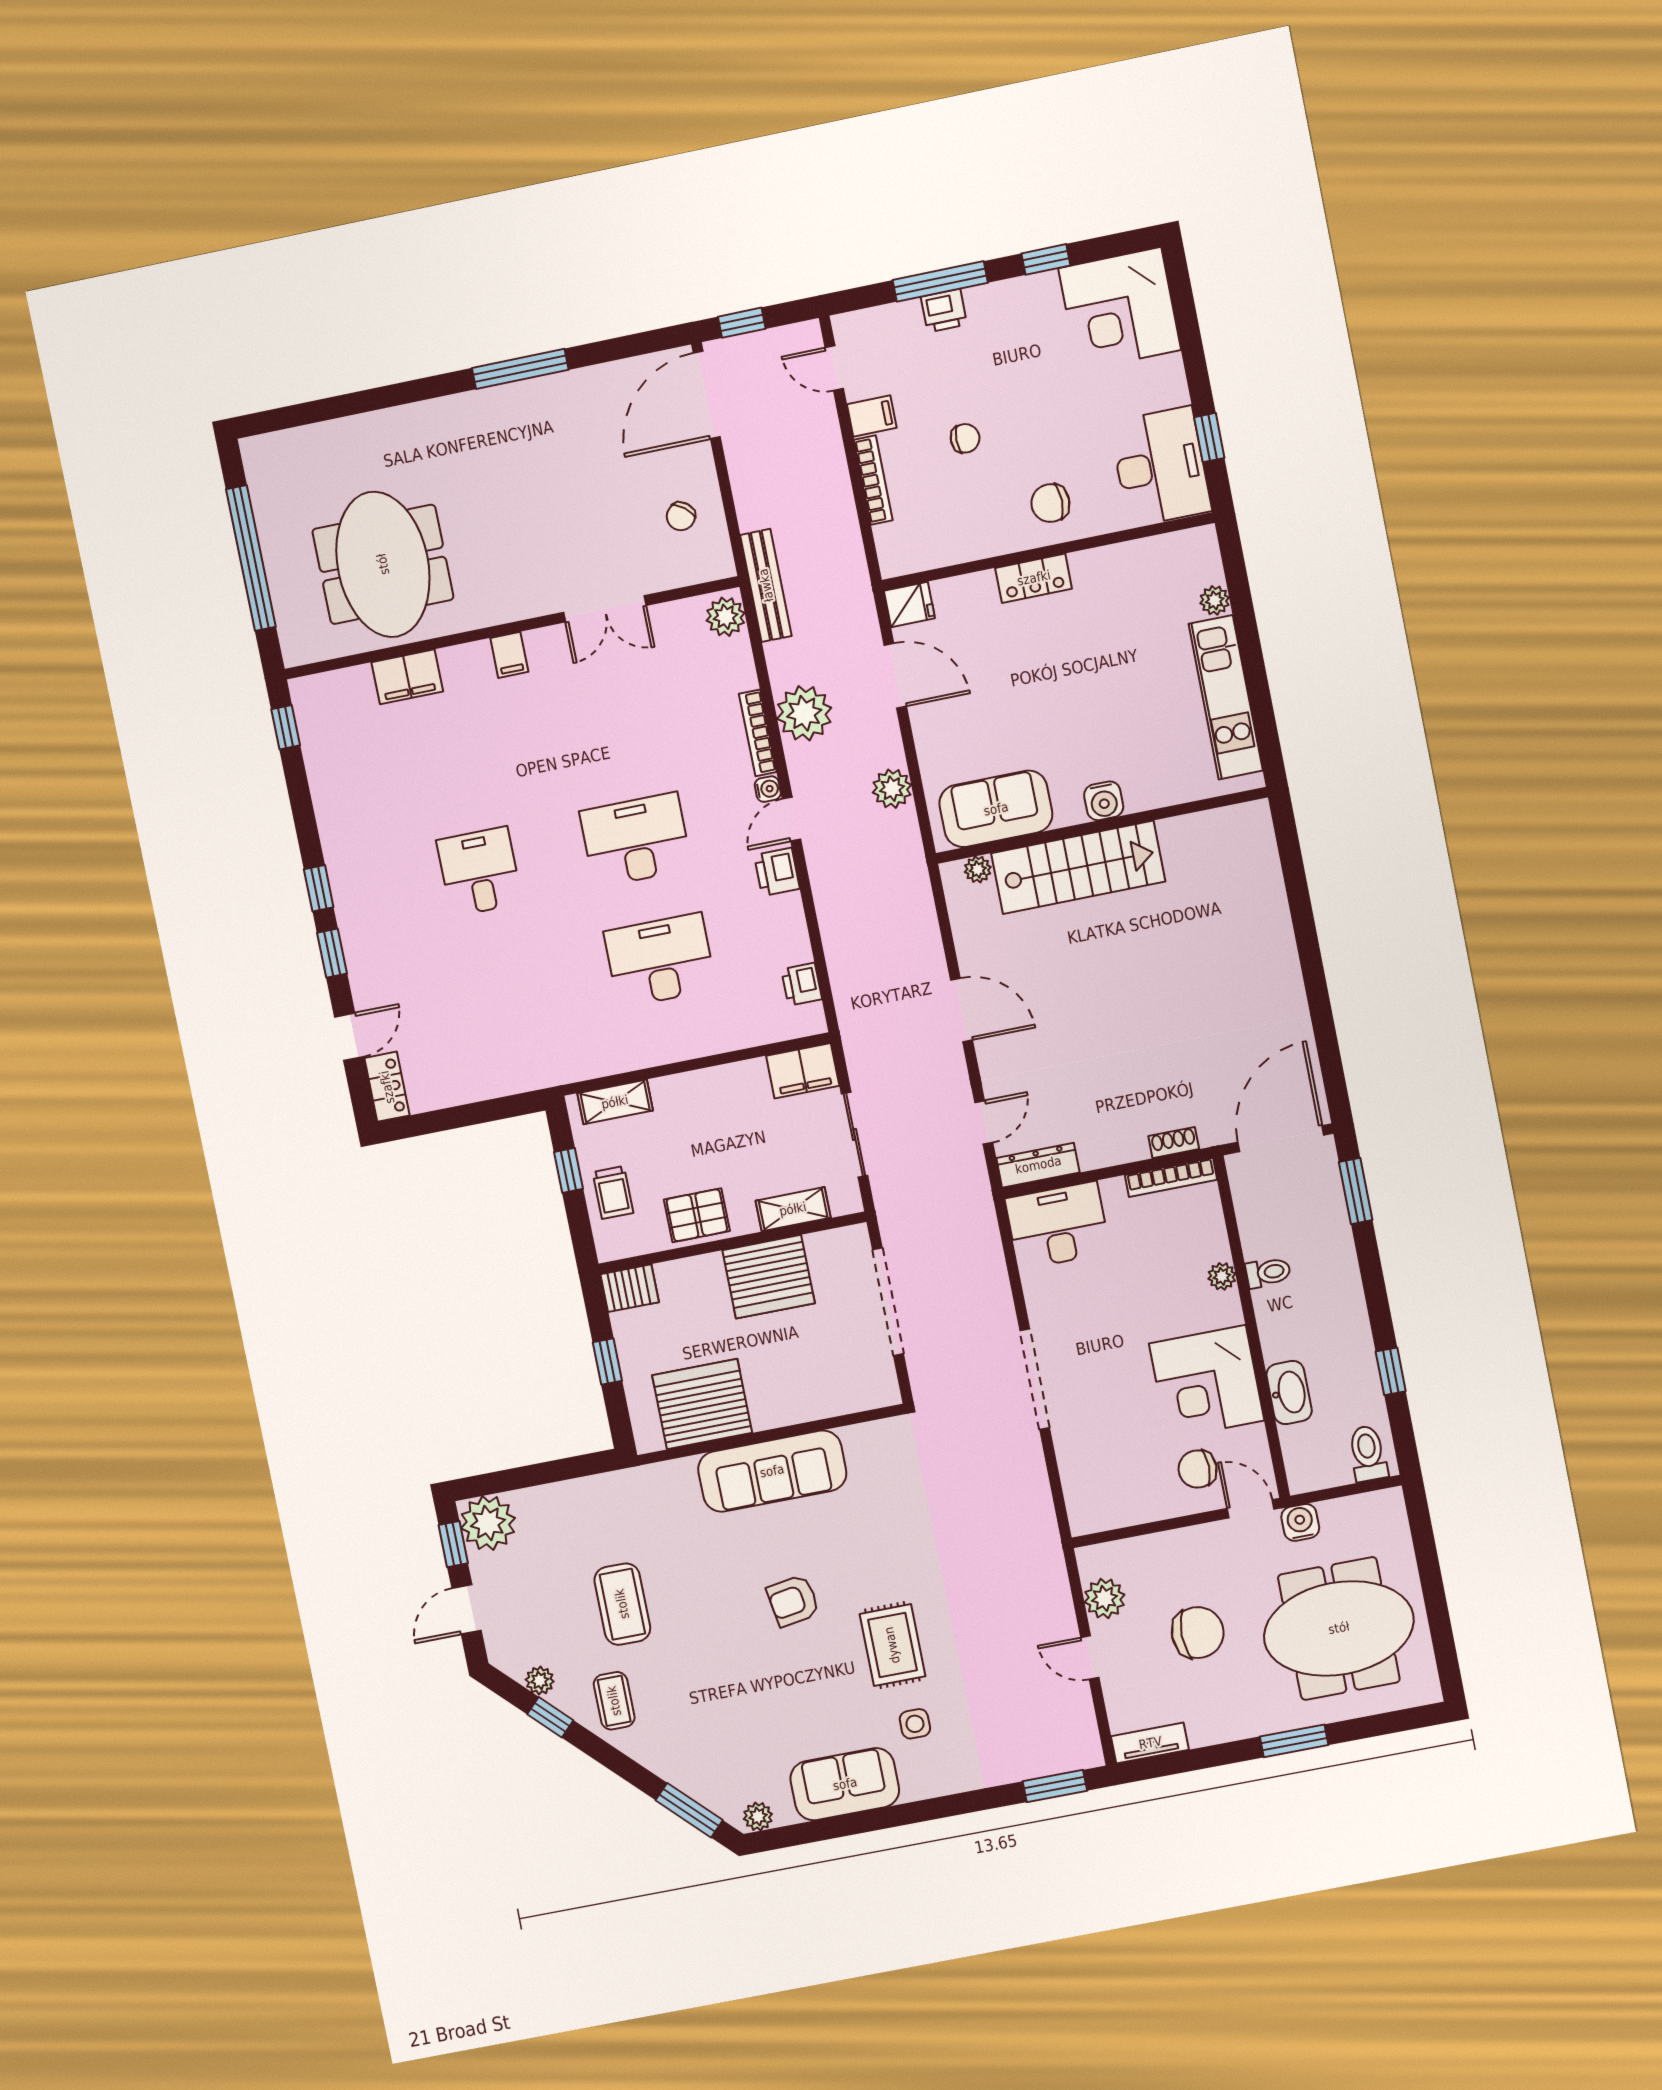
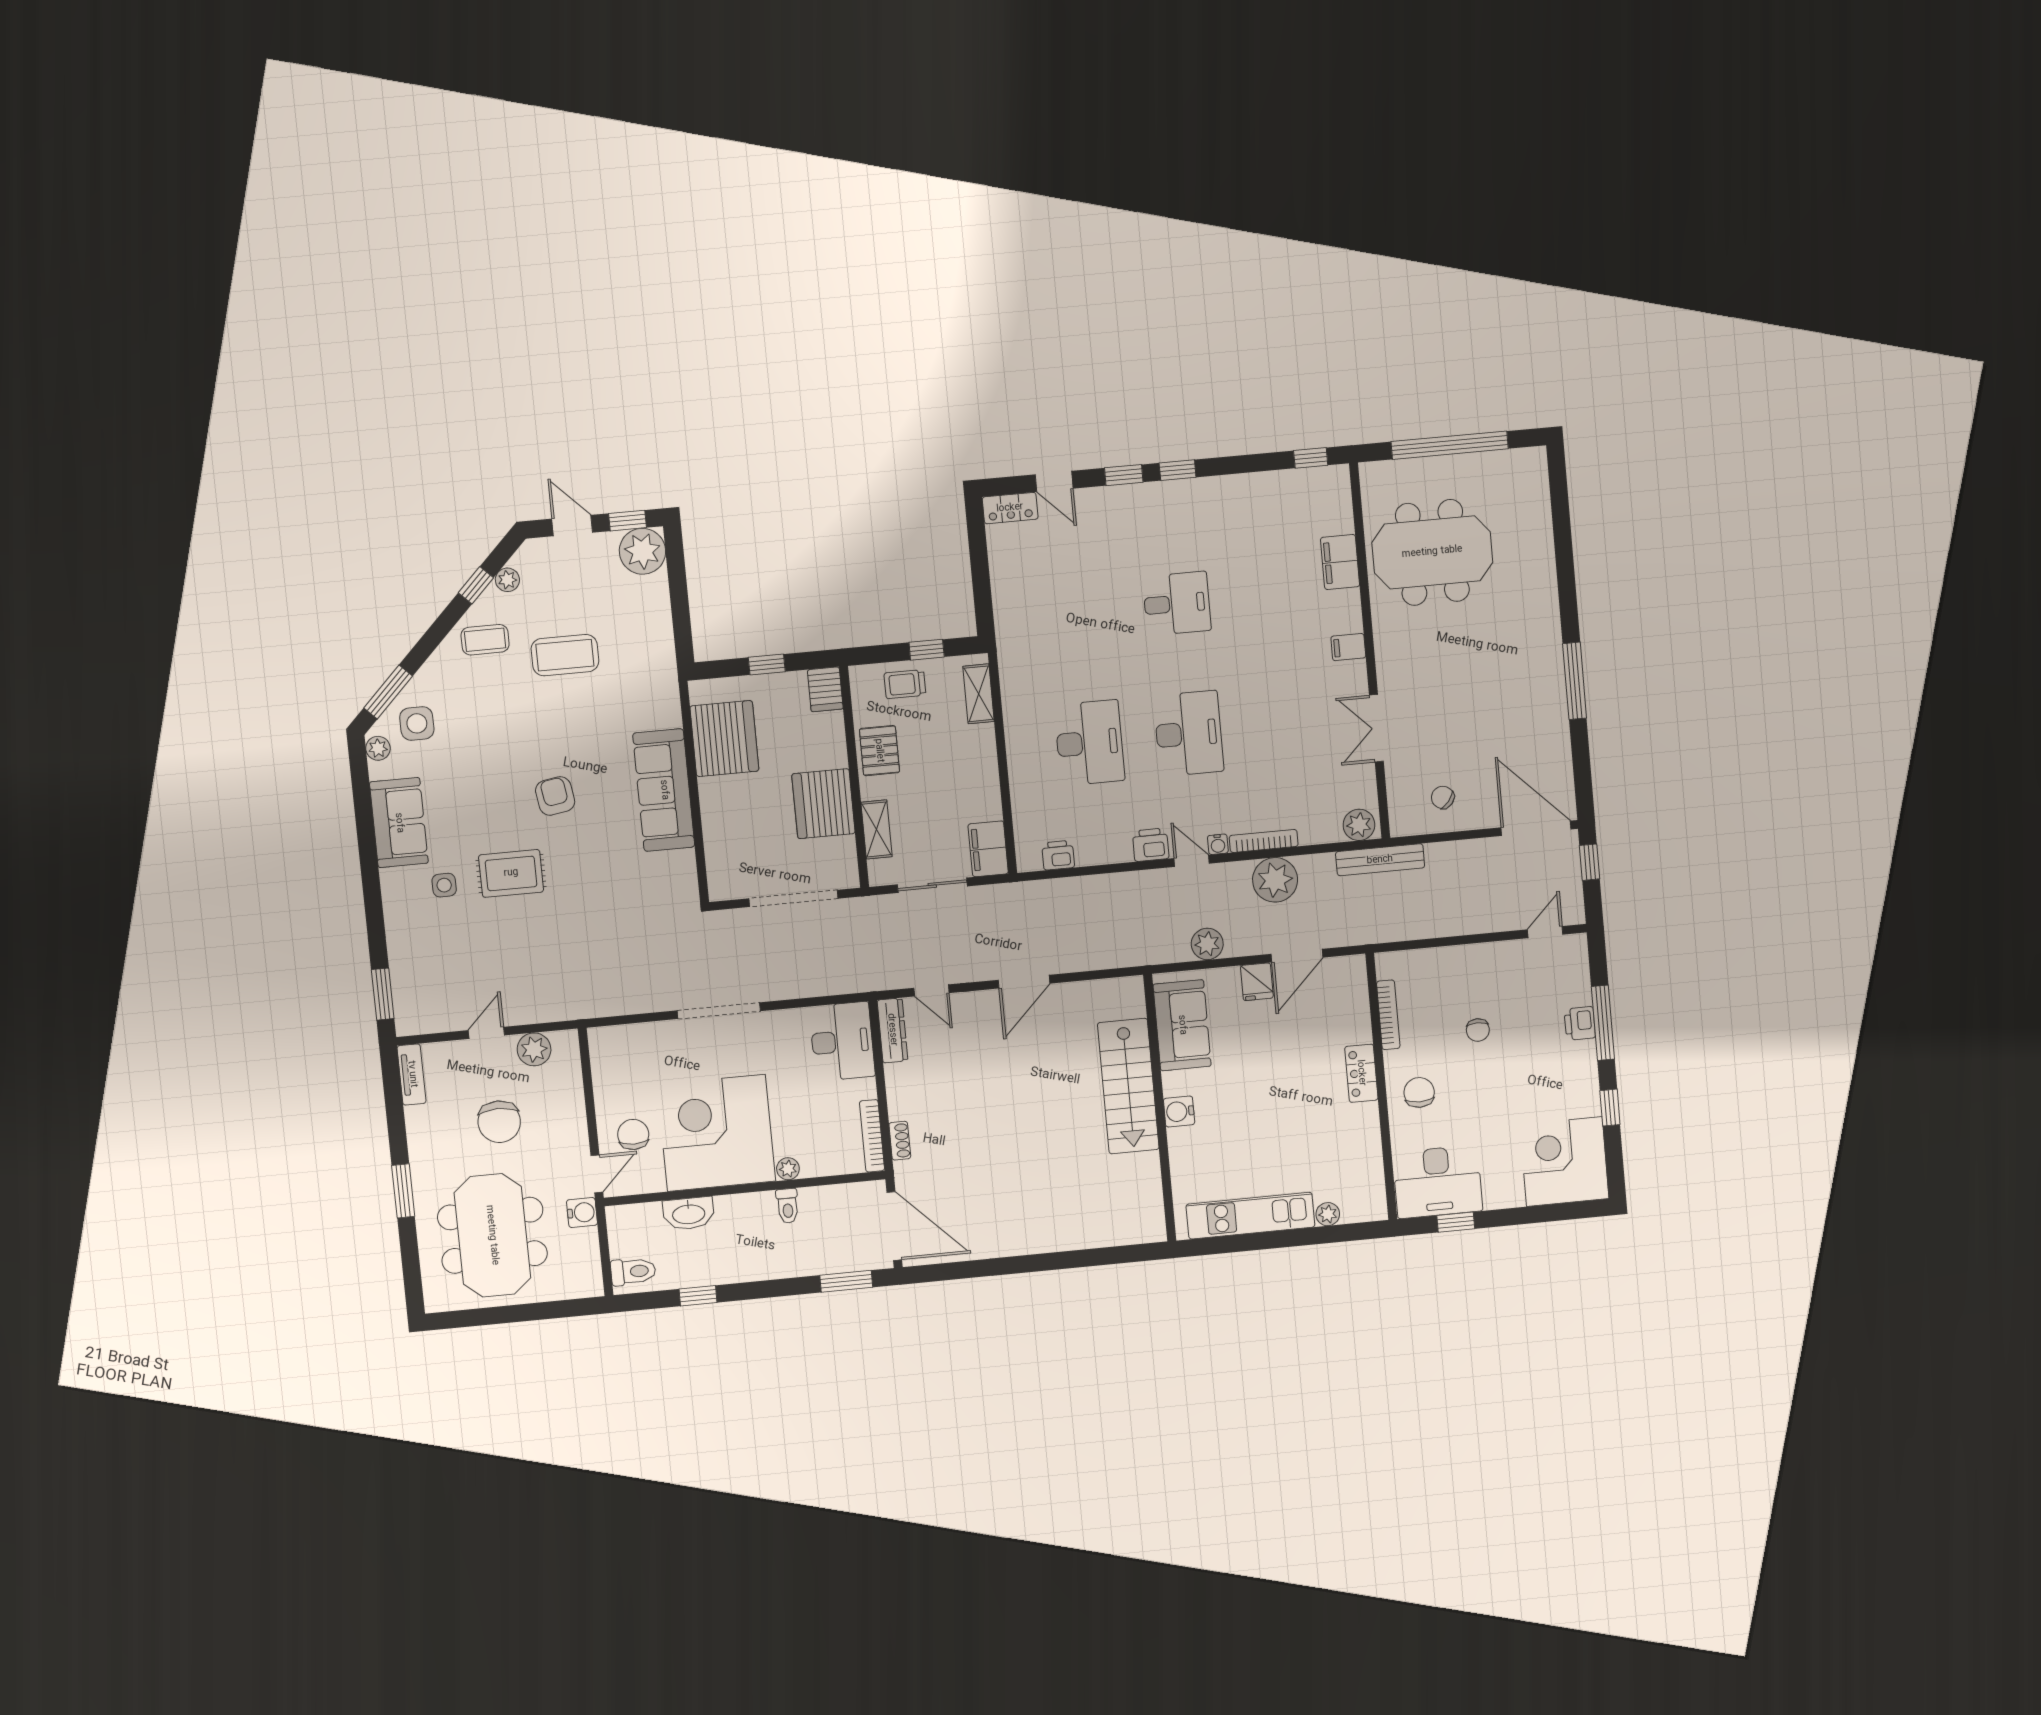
filing cabinet: (872, 416) -> (1504, 958), removed
bookcase: (873, 480) -> (1388, 1015), moved, turned -90
fridge: (909, 604) -> (1257, 982), moved
plant: (978, 869) -> (1135, 1006), removed
corner desk: (1207, 1382) -> (716, 1133), width x1.36, depth x1.36
side table: (723, 1773) -> (417, 723), added

